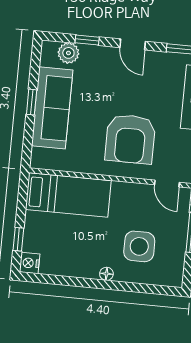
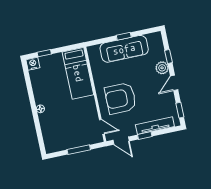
plant: (68, 53) -> (162, 68), moved
door: (167, 183) -> (102, 127), swing flipped
side table: (139, 246) -> (62, 122), removed

